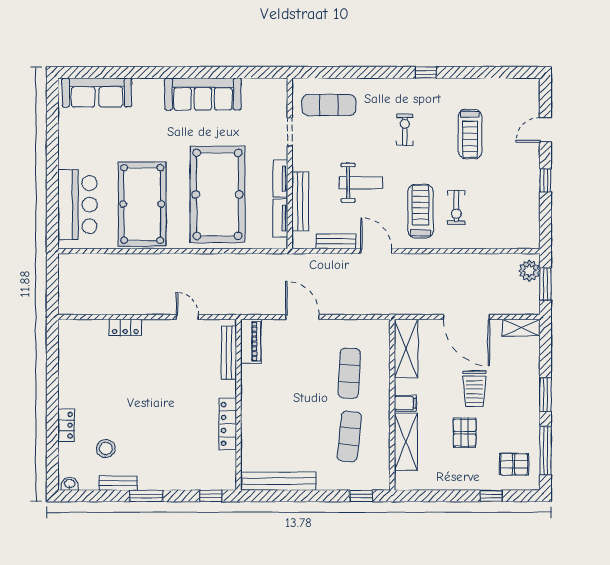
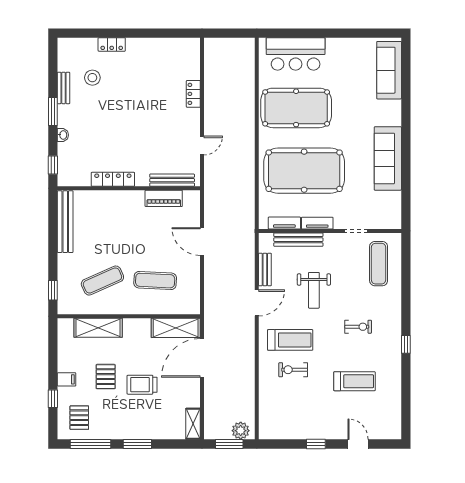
treadmill: (470, 134) -> (355, 381), turned 180
door: (302, 317) -> (202, 242), swing flipped
door: (466, 317) -> (202, 358), moved
piano: (251, 341) -> (164, 198), moved
filing cabinet: (405, 403) -> (67, 379), moved, turned -90
pallet: (465, 433) -> (106, 377), turned 90
exercise mat: (349, 436) -> (102, 281), turned -30
washbasin: (70, 484) -> (63, 135), moved

